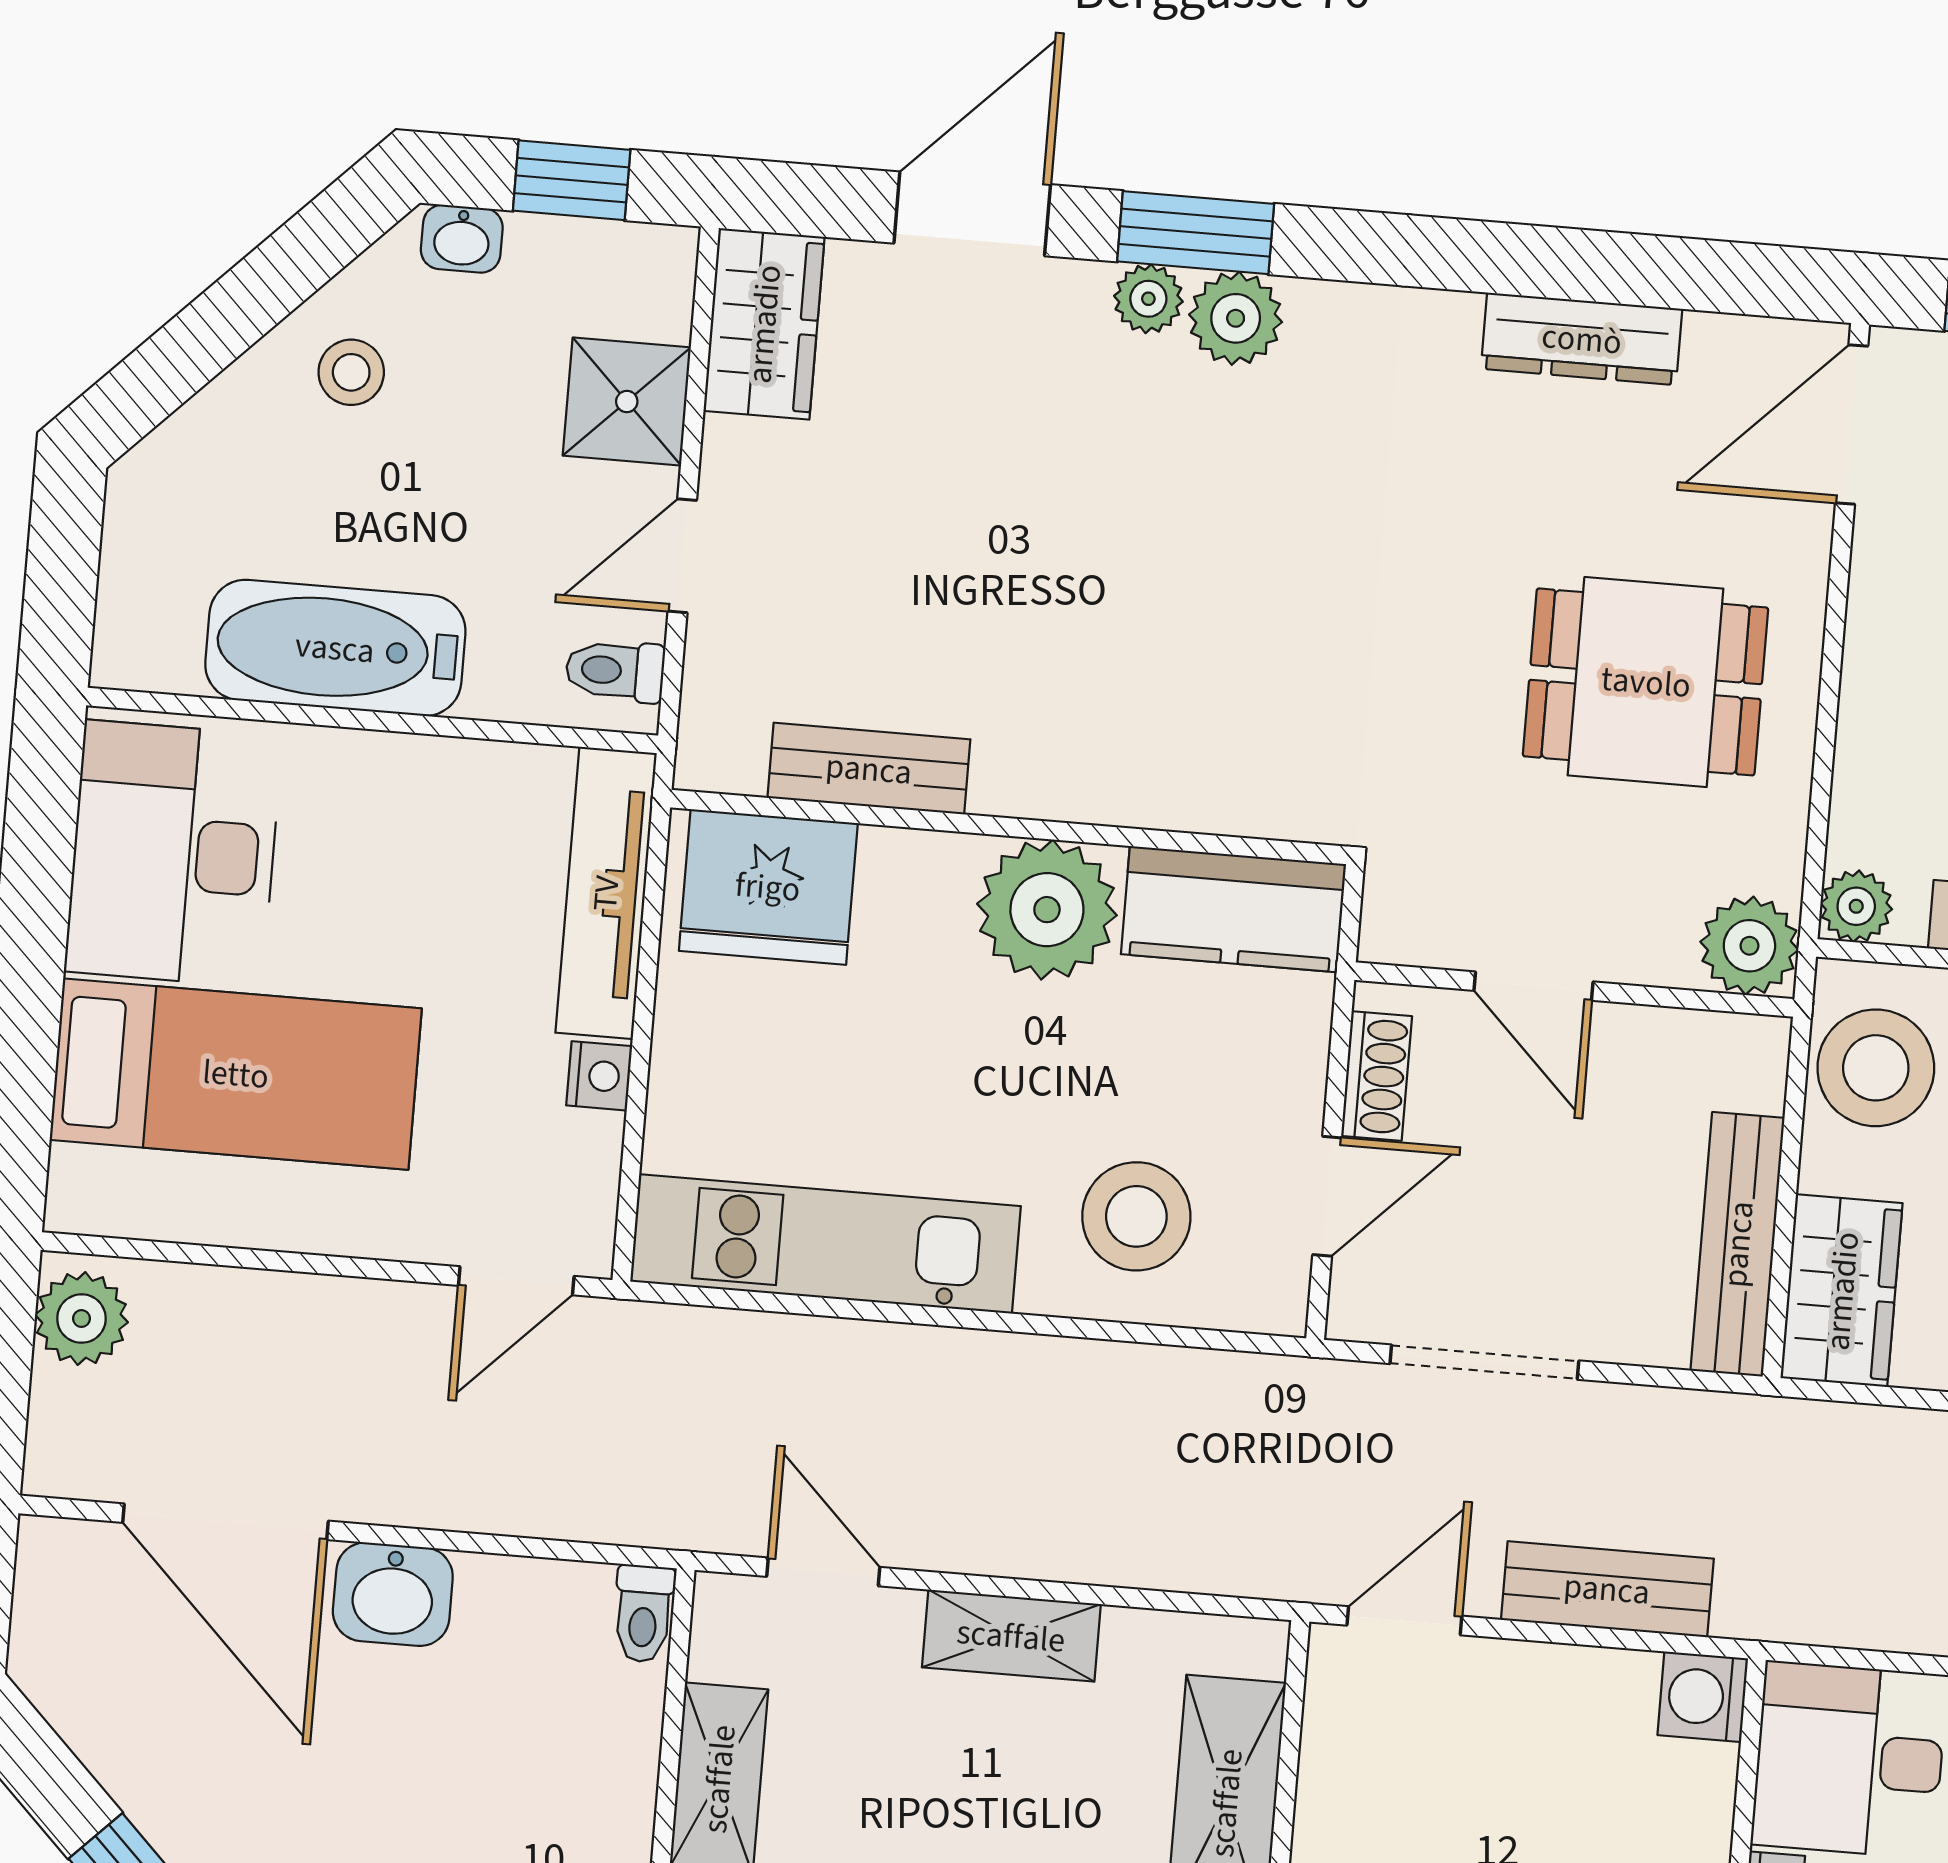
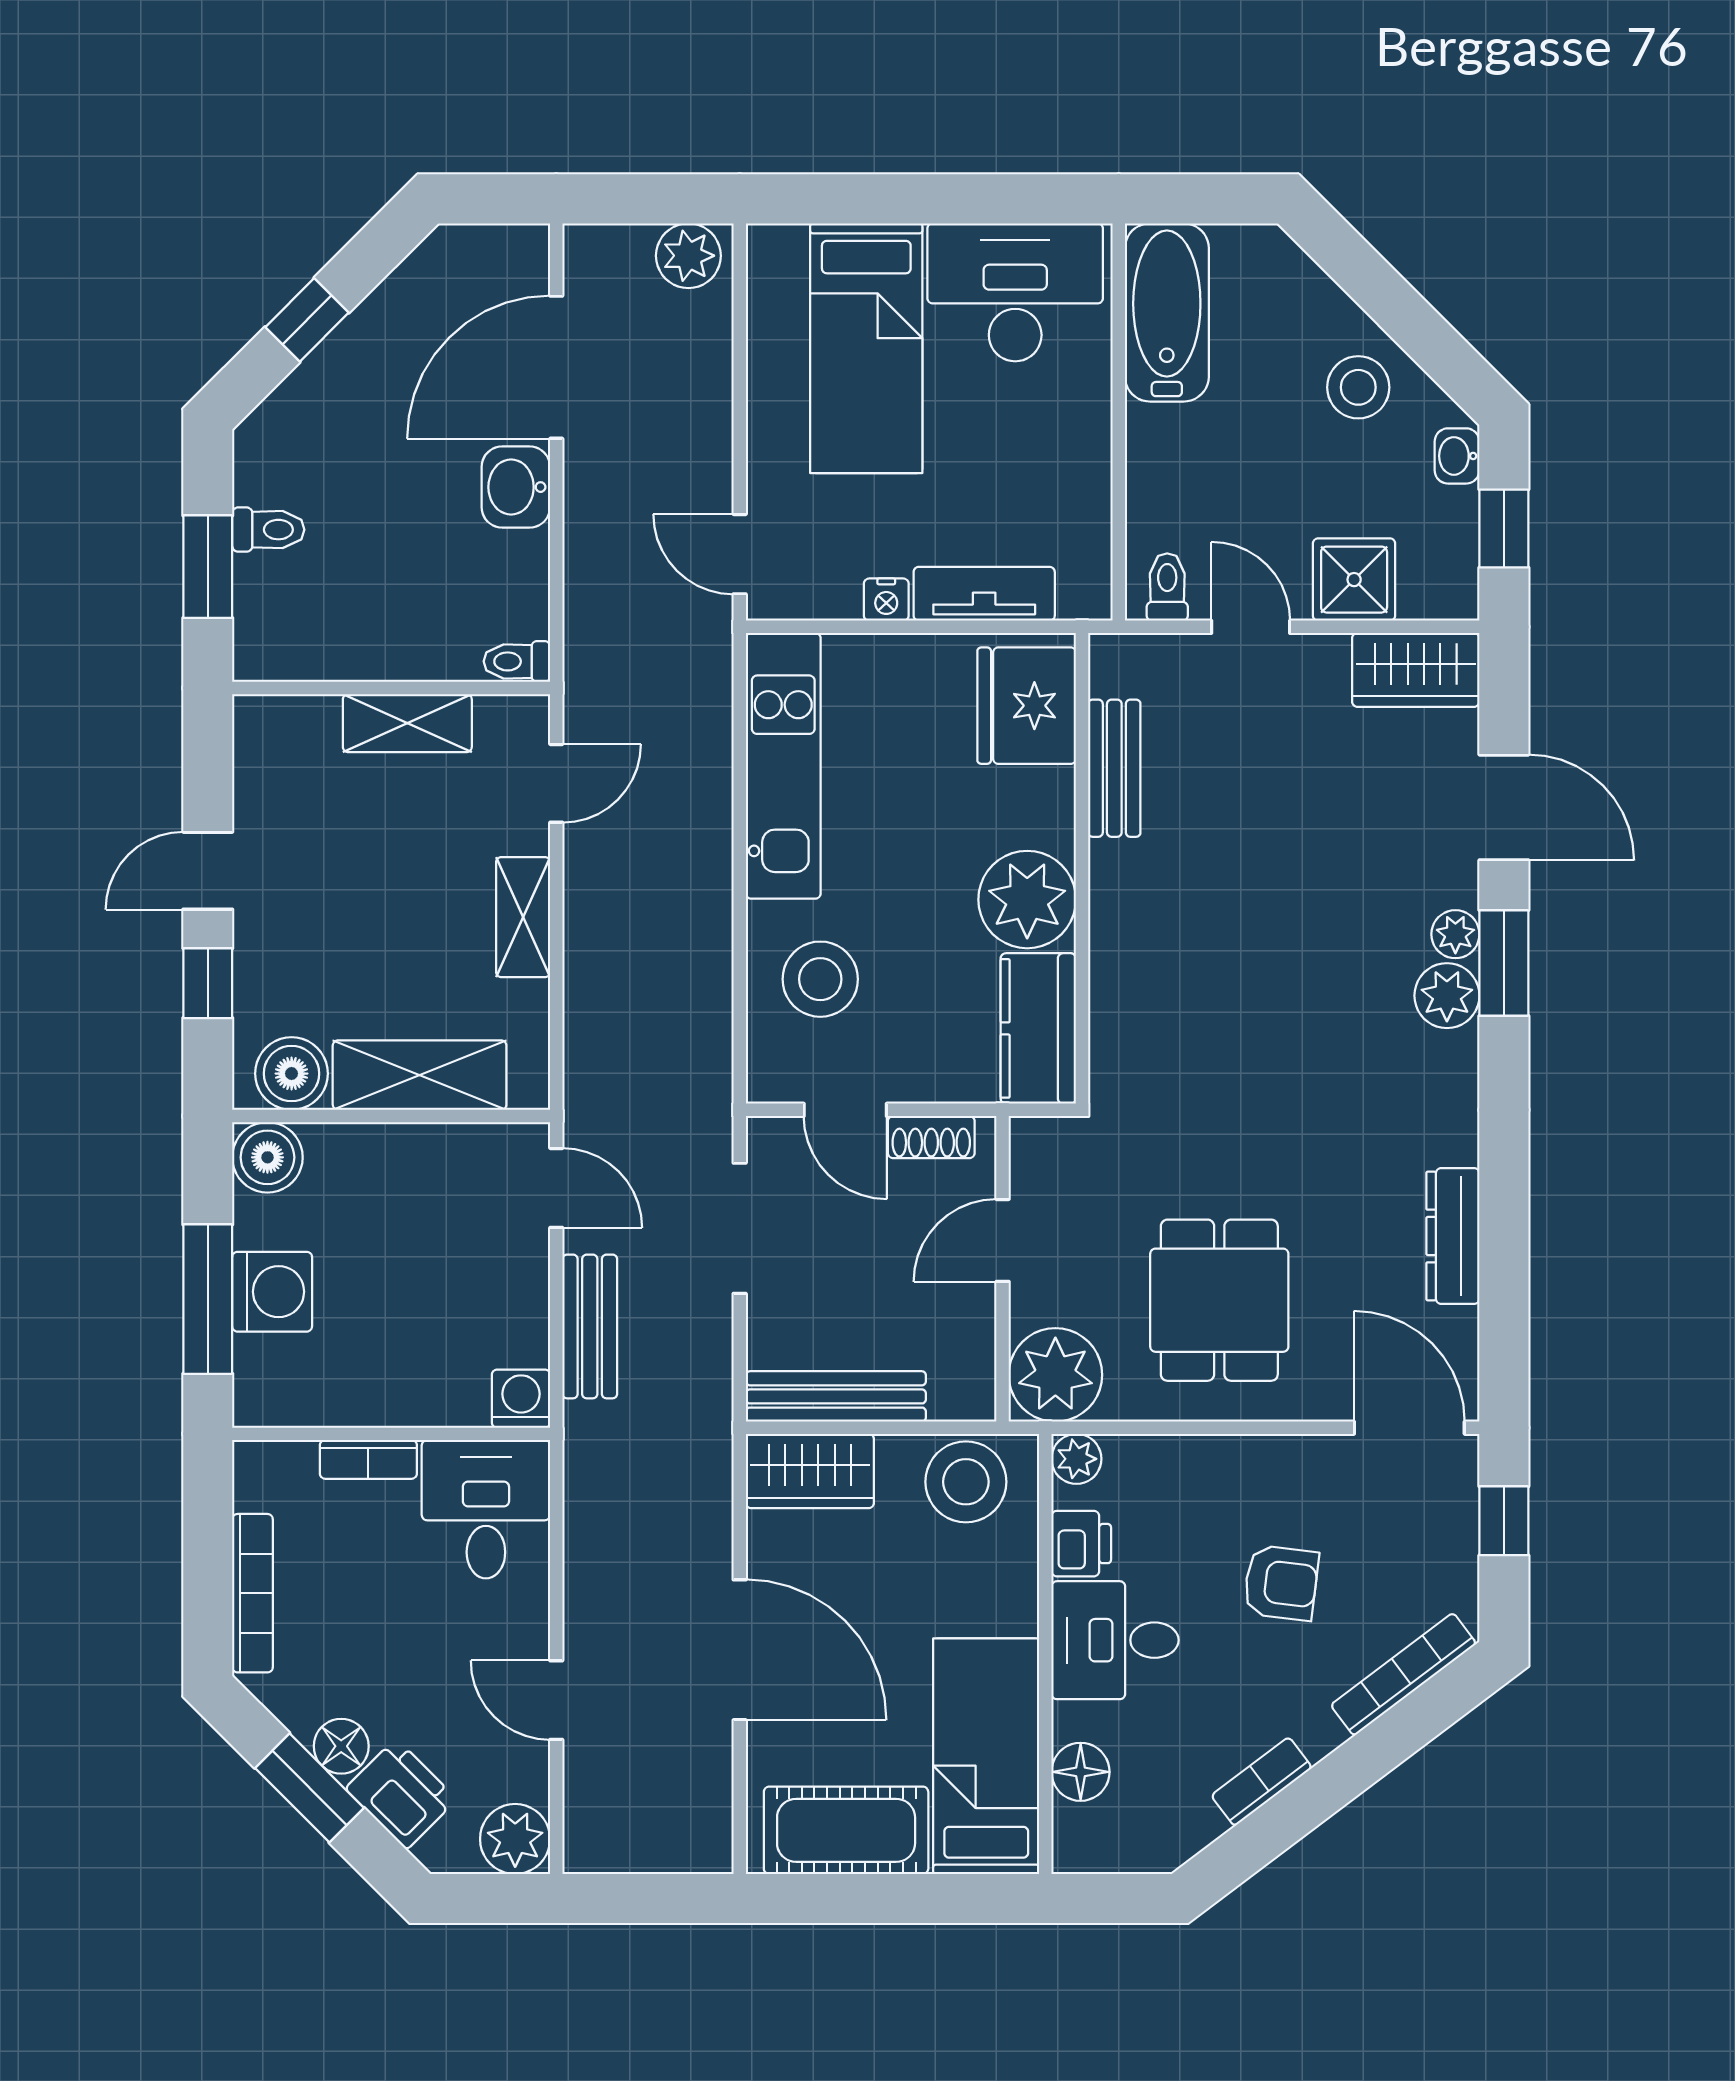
stool: (351, 372) -> (1358, 387), width x1.37, depth x1.37
bathtub: (335, 648) -> (1167, 312), moved
tv unit: (606, 893) -> (984, 594), width x0.71
plant: (1749, 946) -> (1055, 1375), width x1.36, depth x1.36

